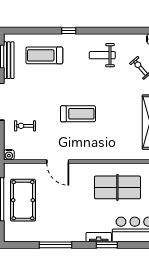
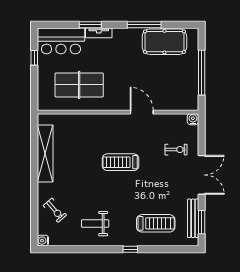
weight bench: (102, 55) -> (95, 224), turned 180
pool table: (23, 200) -> (164, 42), moved, turned 90

